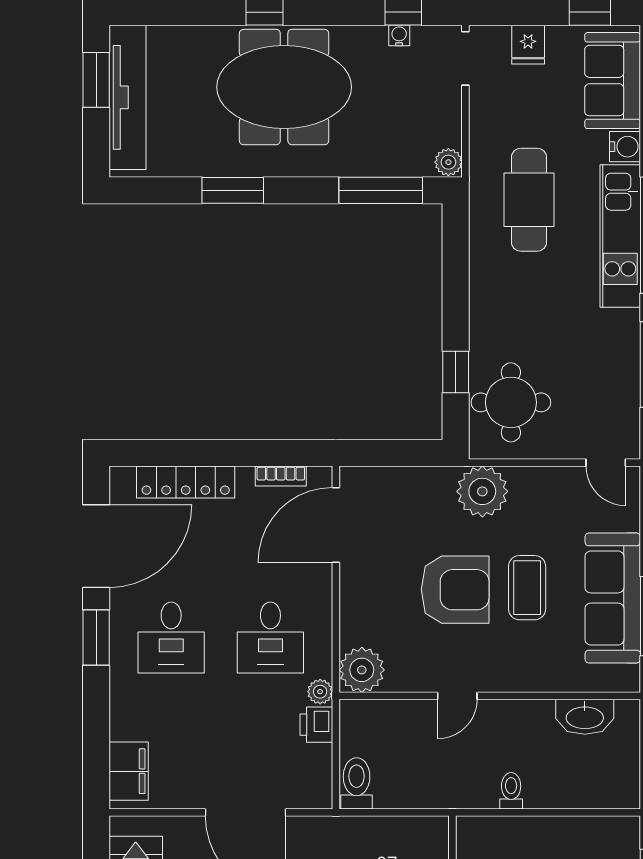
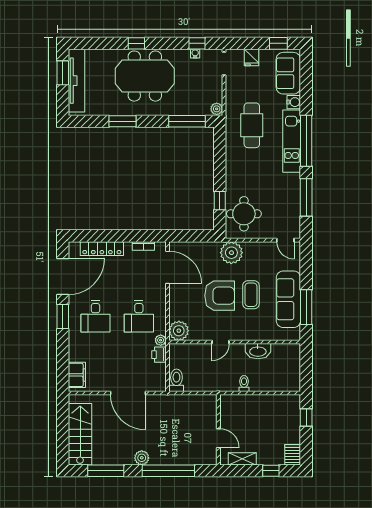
door: (336, 525) -> (167, 267), swing flipped
washbasin: (585, 717) -> (258, 351), moved

